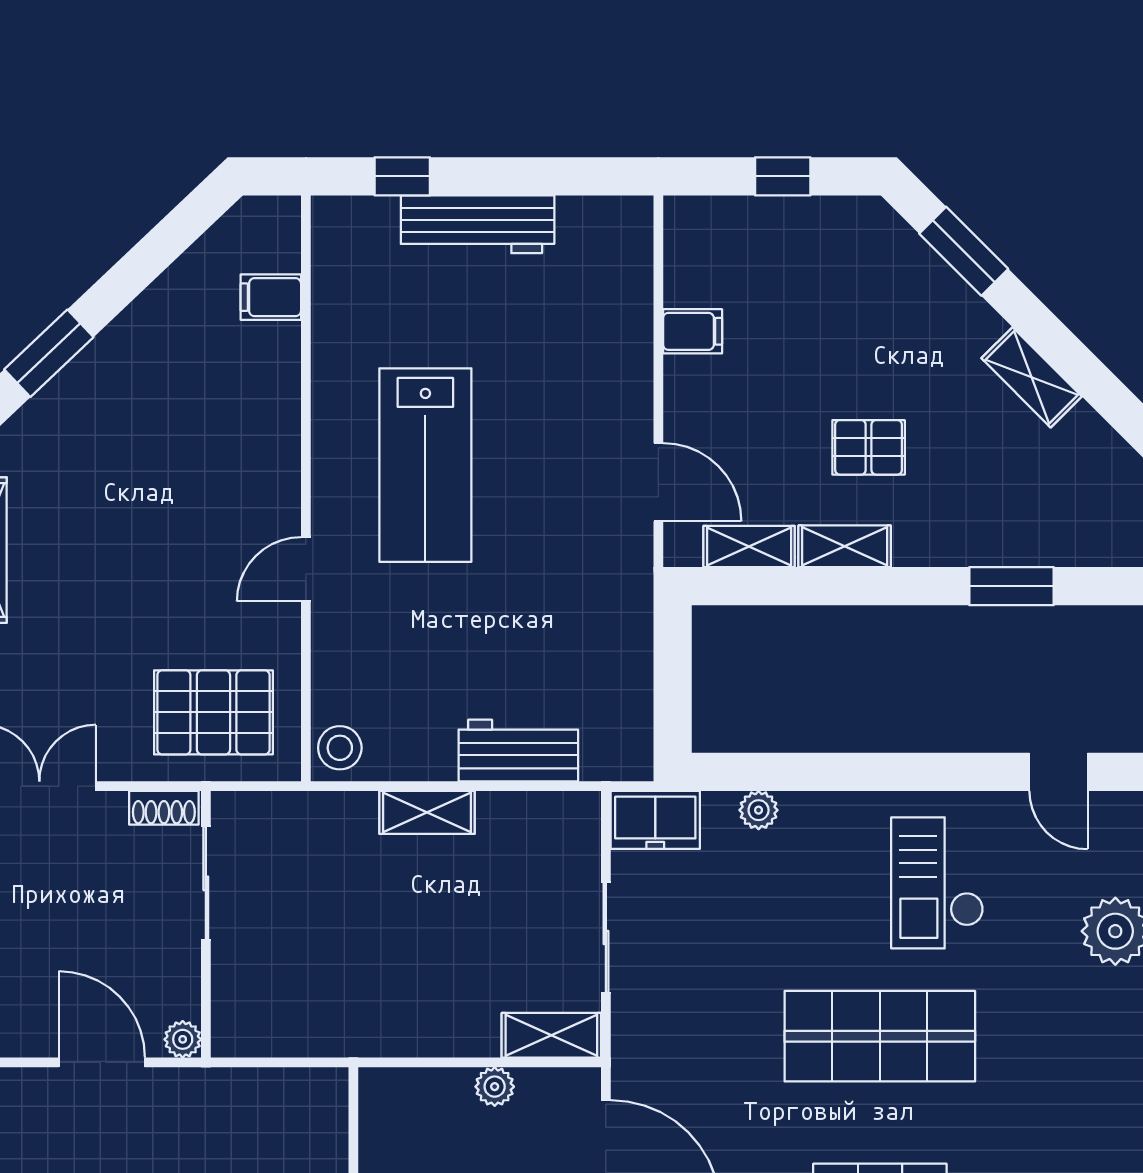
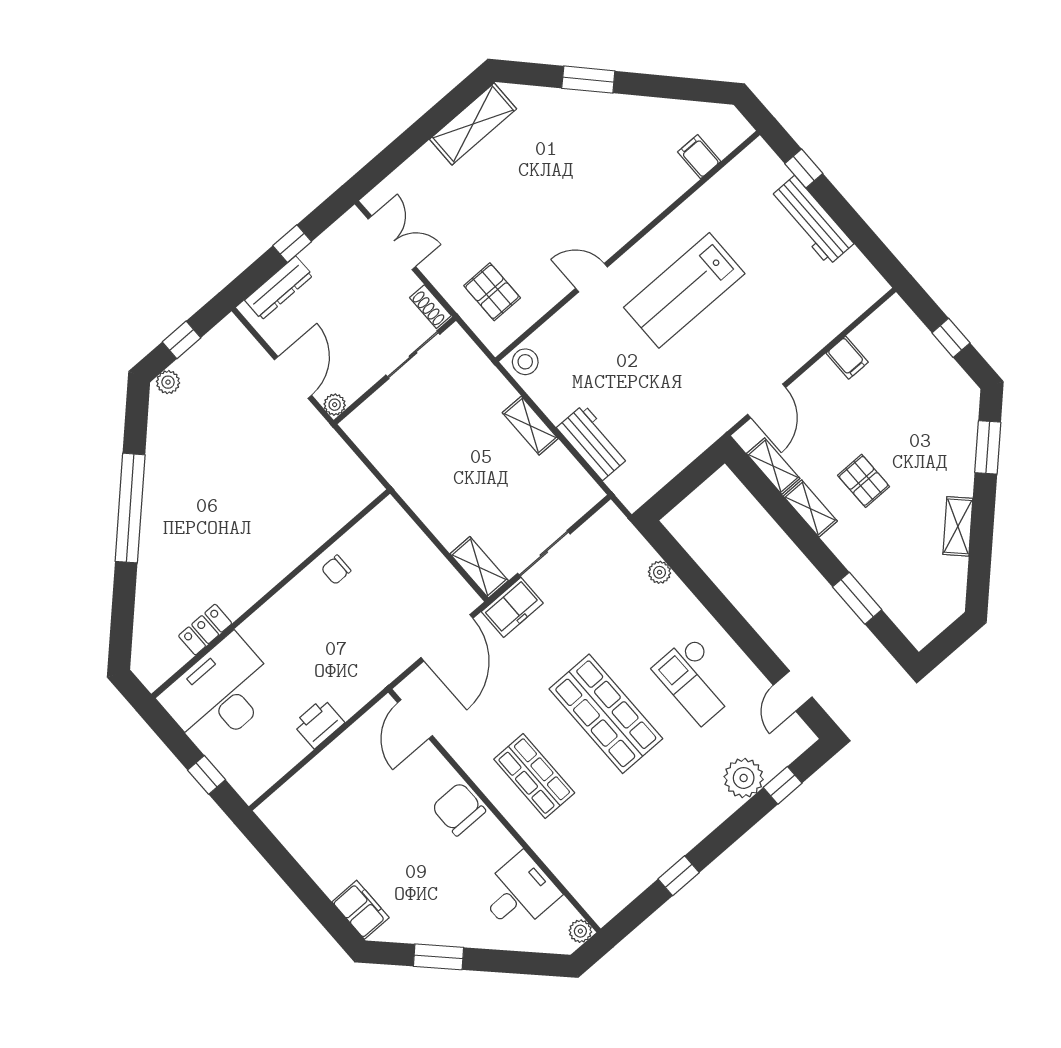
pallet: (213, 712) -> (492, 292), width x0.67, depth x0.71
freezer: (655, 820) -> (512, 607), moved, turned -90
checkout: (937, 883) -> (696, 680), turned -90
plant: (495, 1087) -> (434, 562), removed

